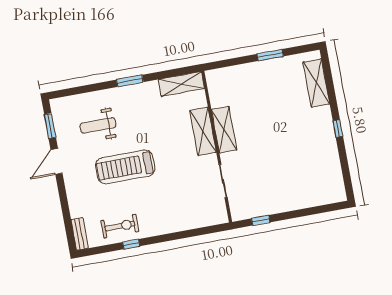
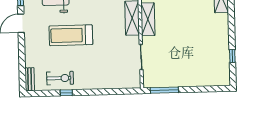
window: (338, 129) -> (232, 56), moved
window: (261, 220) -> (164, 90), width x2.17

